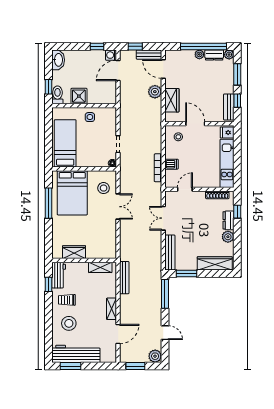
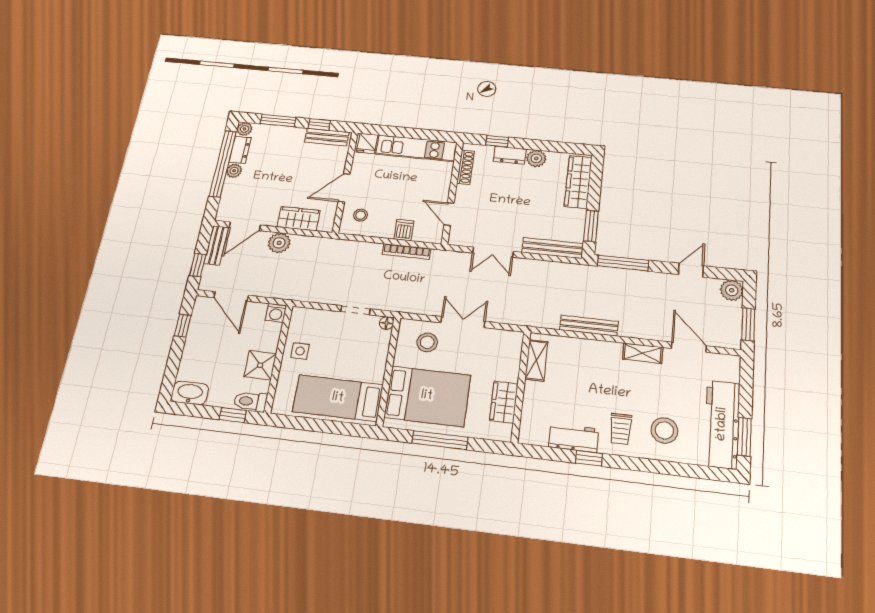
washing machine: (111, 55) -> (276, 313), moved
wardrobe: (74, 252) -> (504, 402), moved
wall: (84, 260) -> (521, 386), moved
shelving: (100, 267) -> (536, 360), moved

